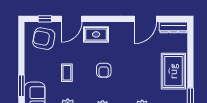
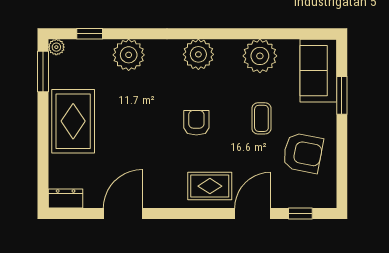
dresser: (173, 27) -> (66, 199), width x0.70
armchair: (44, 39) -> (303, 153), moved

